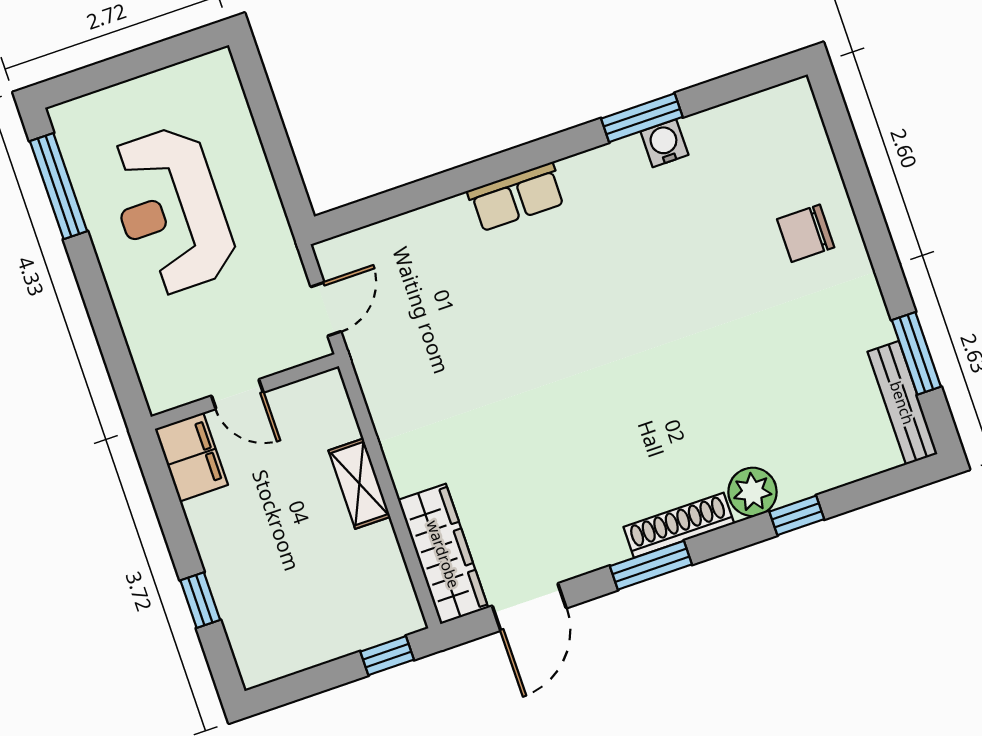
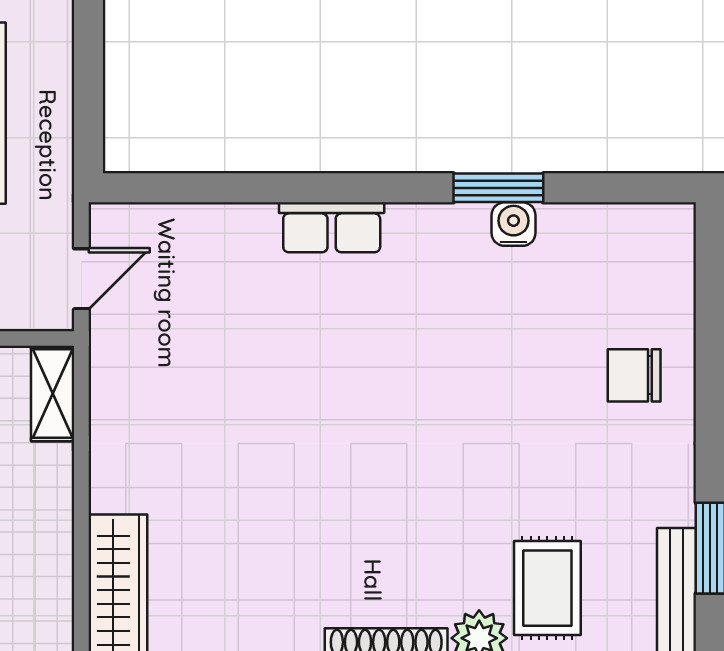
rug: (794, 432) -> (547, 588), added
shelving: (359, 484) -> (53, 394), moved

